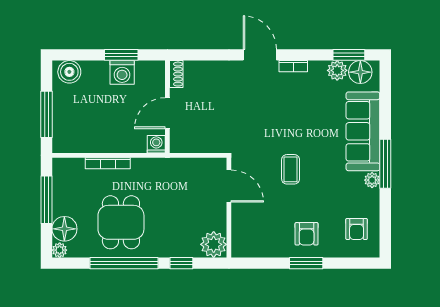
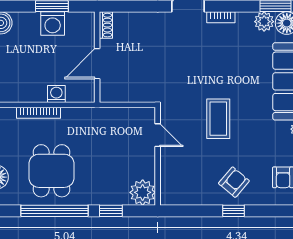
washing machine: (156, 144) -> (56, 94), moved
coffee table: (291, 169) -> (218, 119), width x1.36, depth x1.30
door: (229, 186) -> (158, 135), width x0.73
armchair: (307, 234) -> (234, 182), turned -140
window: (306, 263) -> (234, 211), width x0.67

